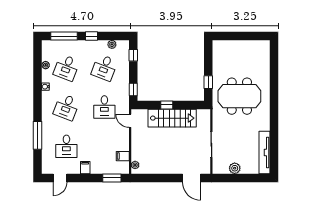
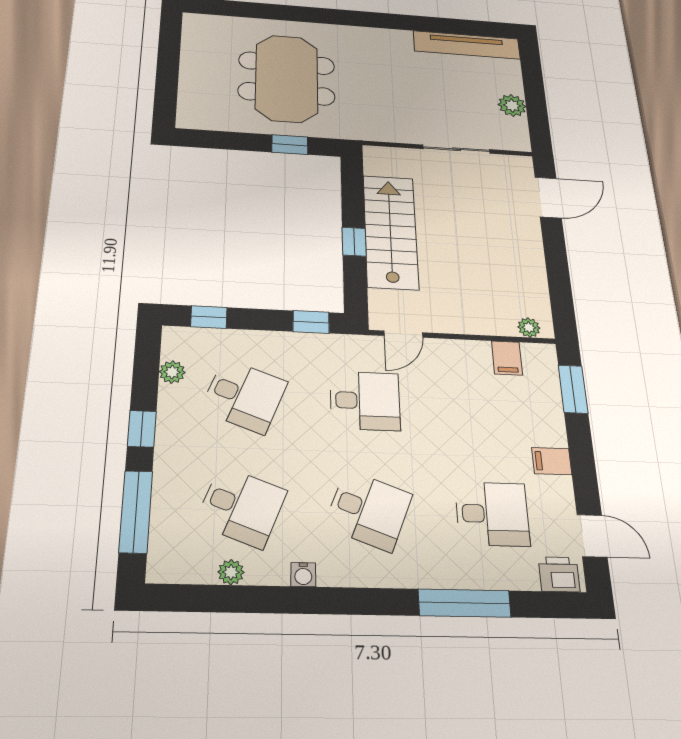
meeting table: (239, 96) -> (287, 78), moved
printer: (47, 166) -> (559, 574), added

